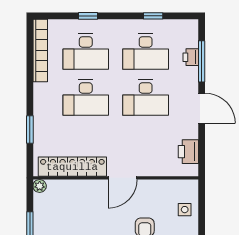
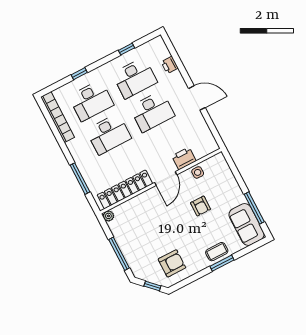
window: (202, 61) -> (179, 64), removed
window: (30, 130) -> (80, 179), width x1.44
printer: (188, 152) -> (184, 158), moved, turned 90
side table: (185, 210) -> (198, 172), moved

